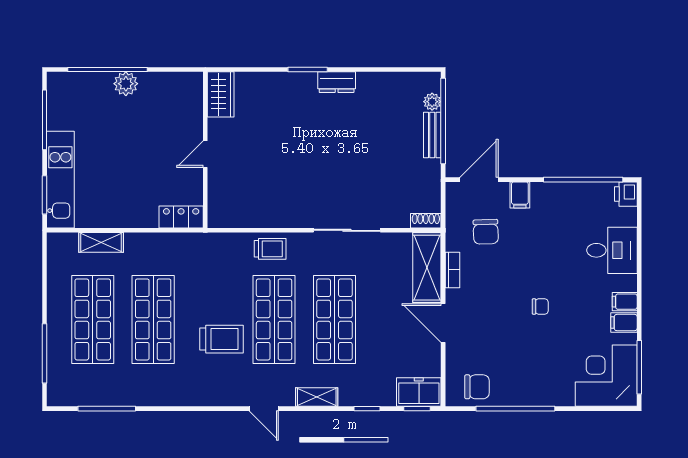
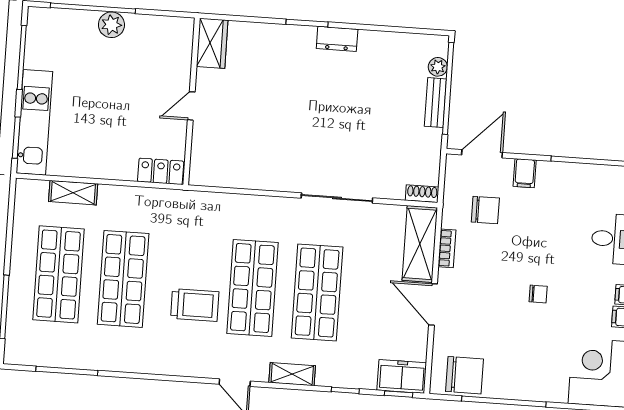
chair: (486, 232) -> (485, 210), turned -88
trolley: (270, 249) -> (253, 212), removed
chair: (477, 387) -> (464, 375), width x1.37, depth x1.37

